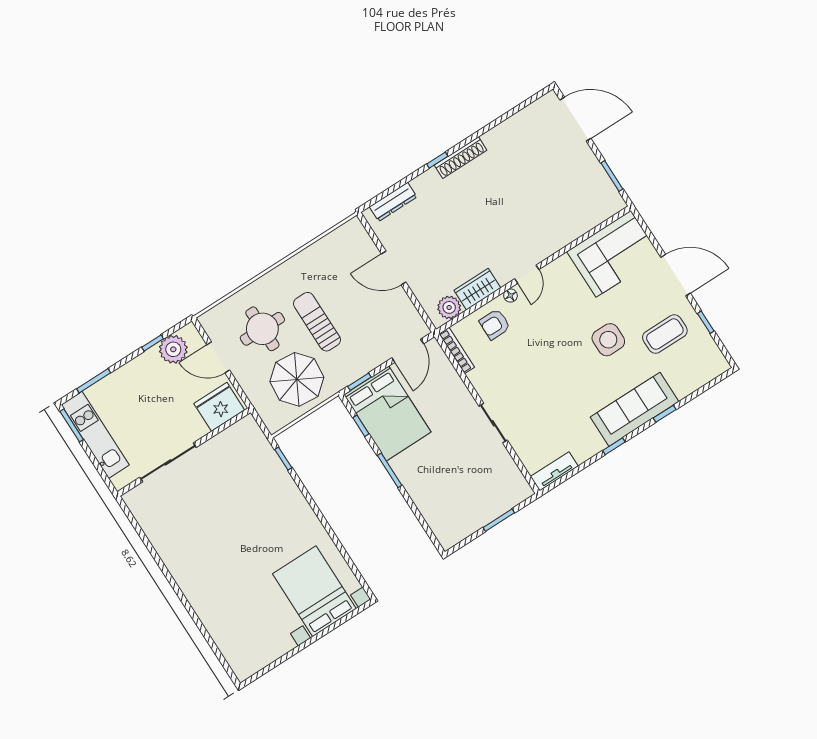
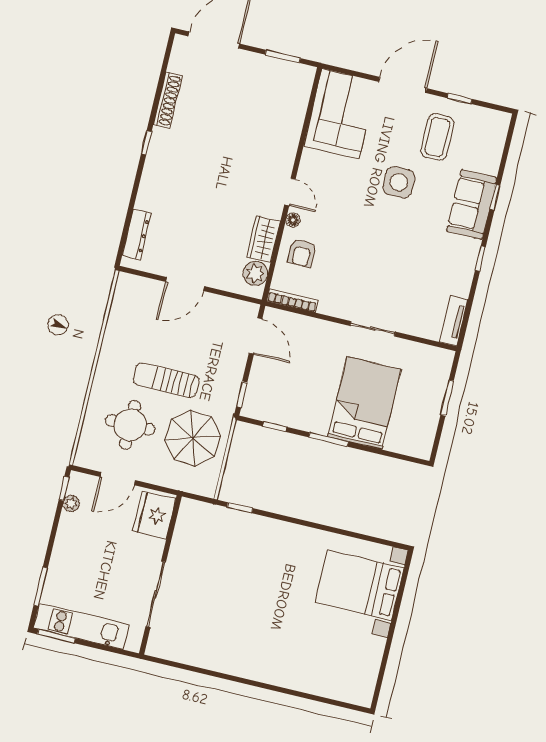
shoe rack: (461, 158) -> (168, 100), moved
window: (437, 160) -> (146, 143), moved
window: (153, 343) -> (64, 488), moved
plant: (173, 349) -> (71, 503), width x0.53, depth x0.53
sofa: (635, 409) -> (472, 205), width x0.73
bed: (387, 413) -> (364, 403), moved, turned -90

